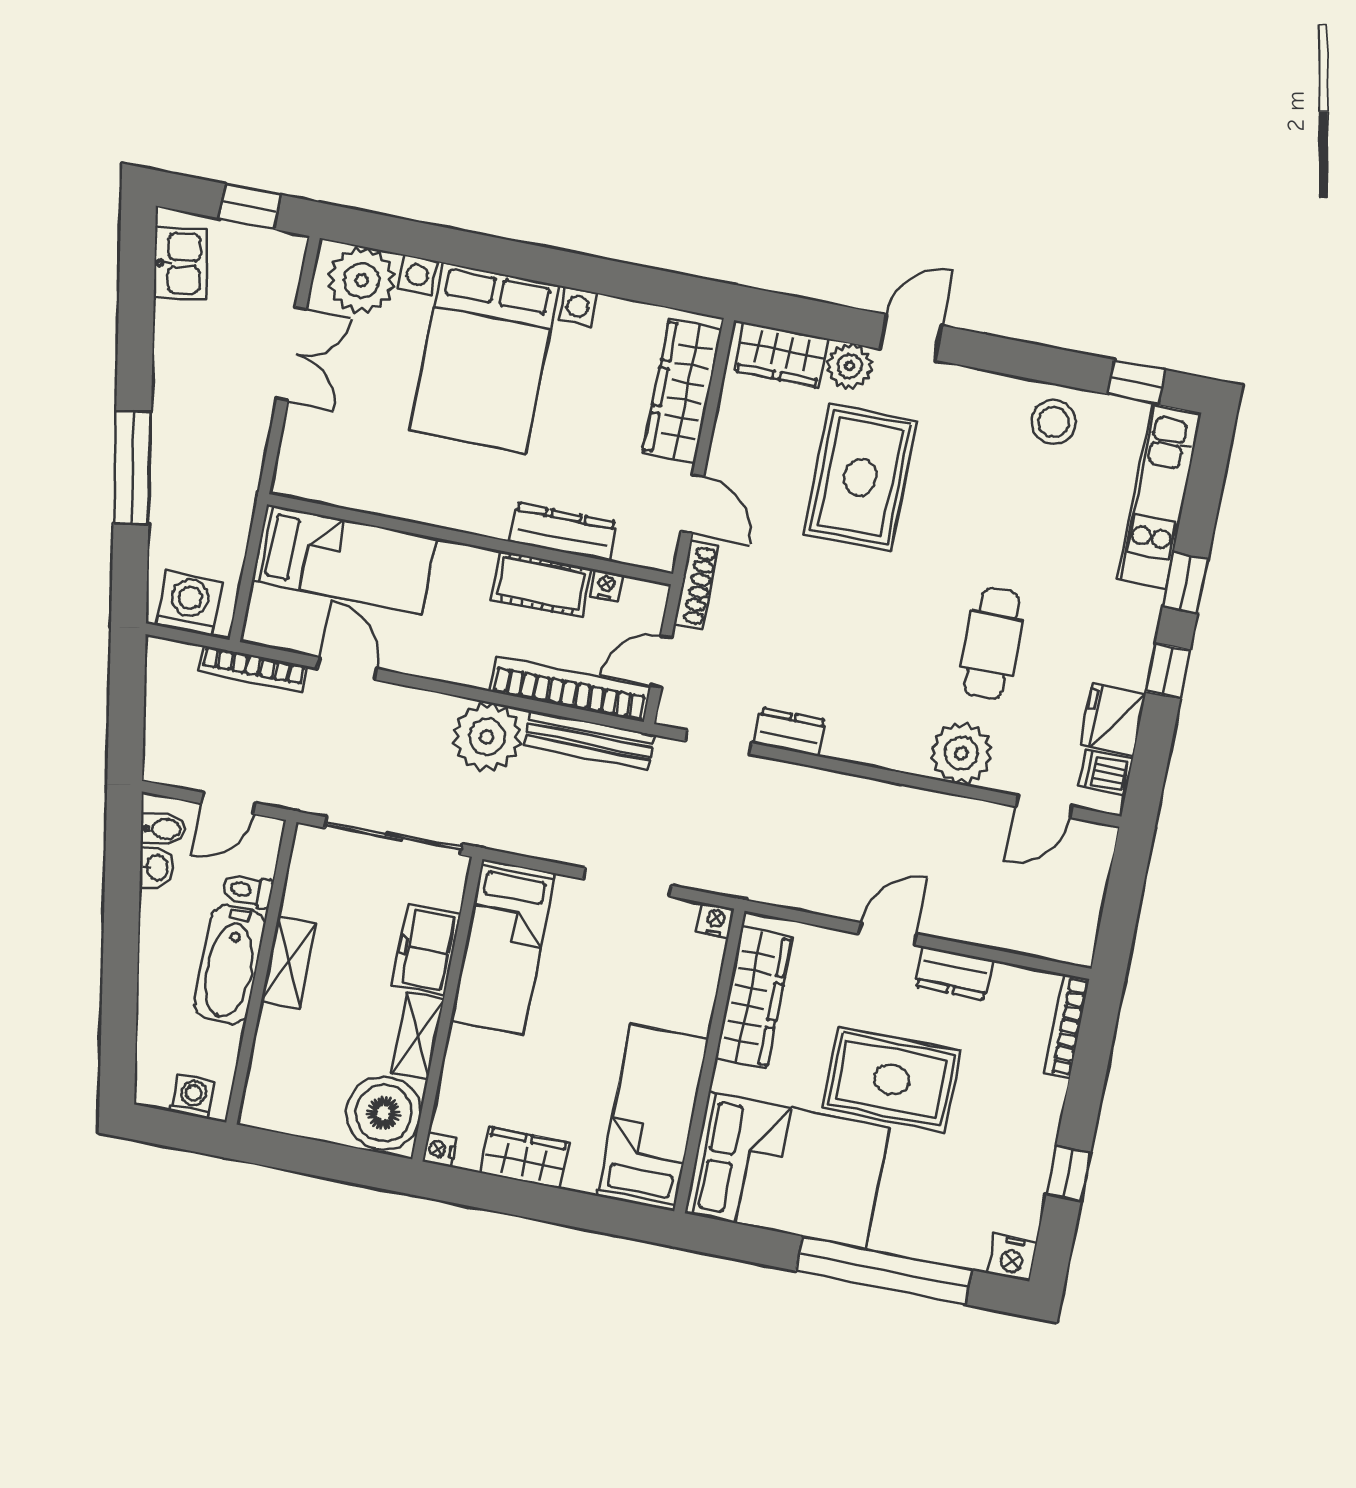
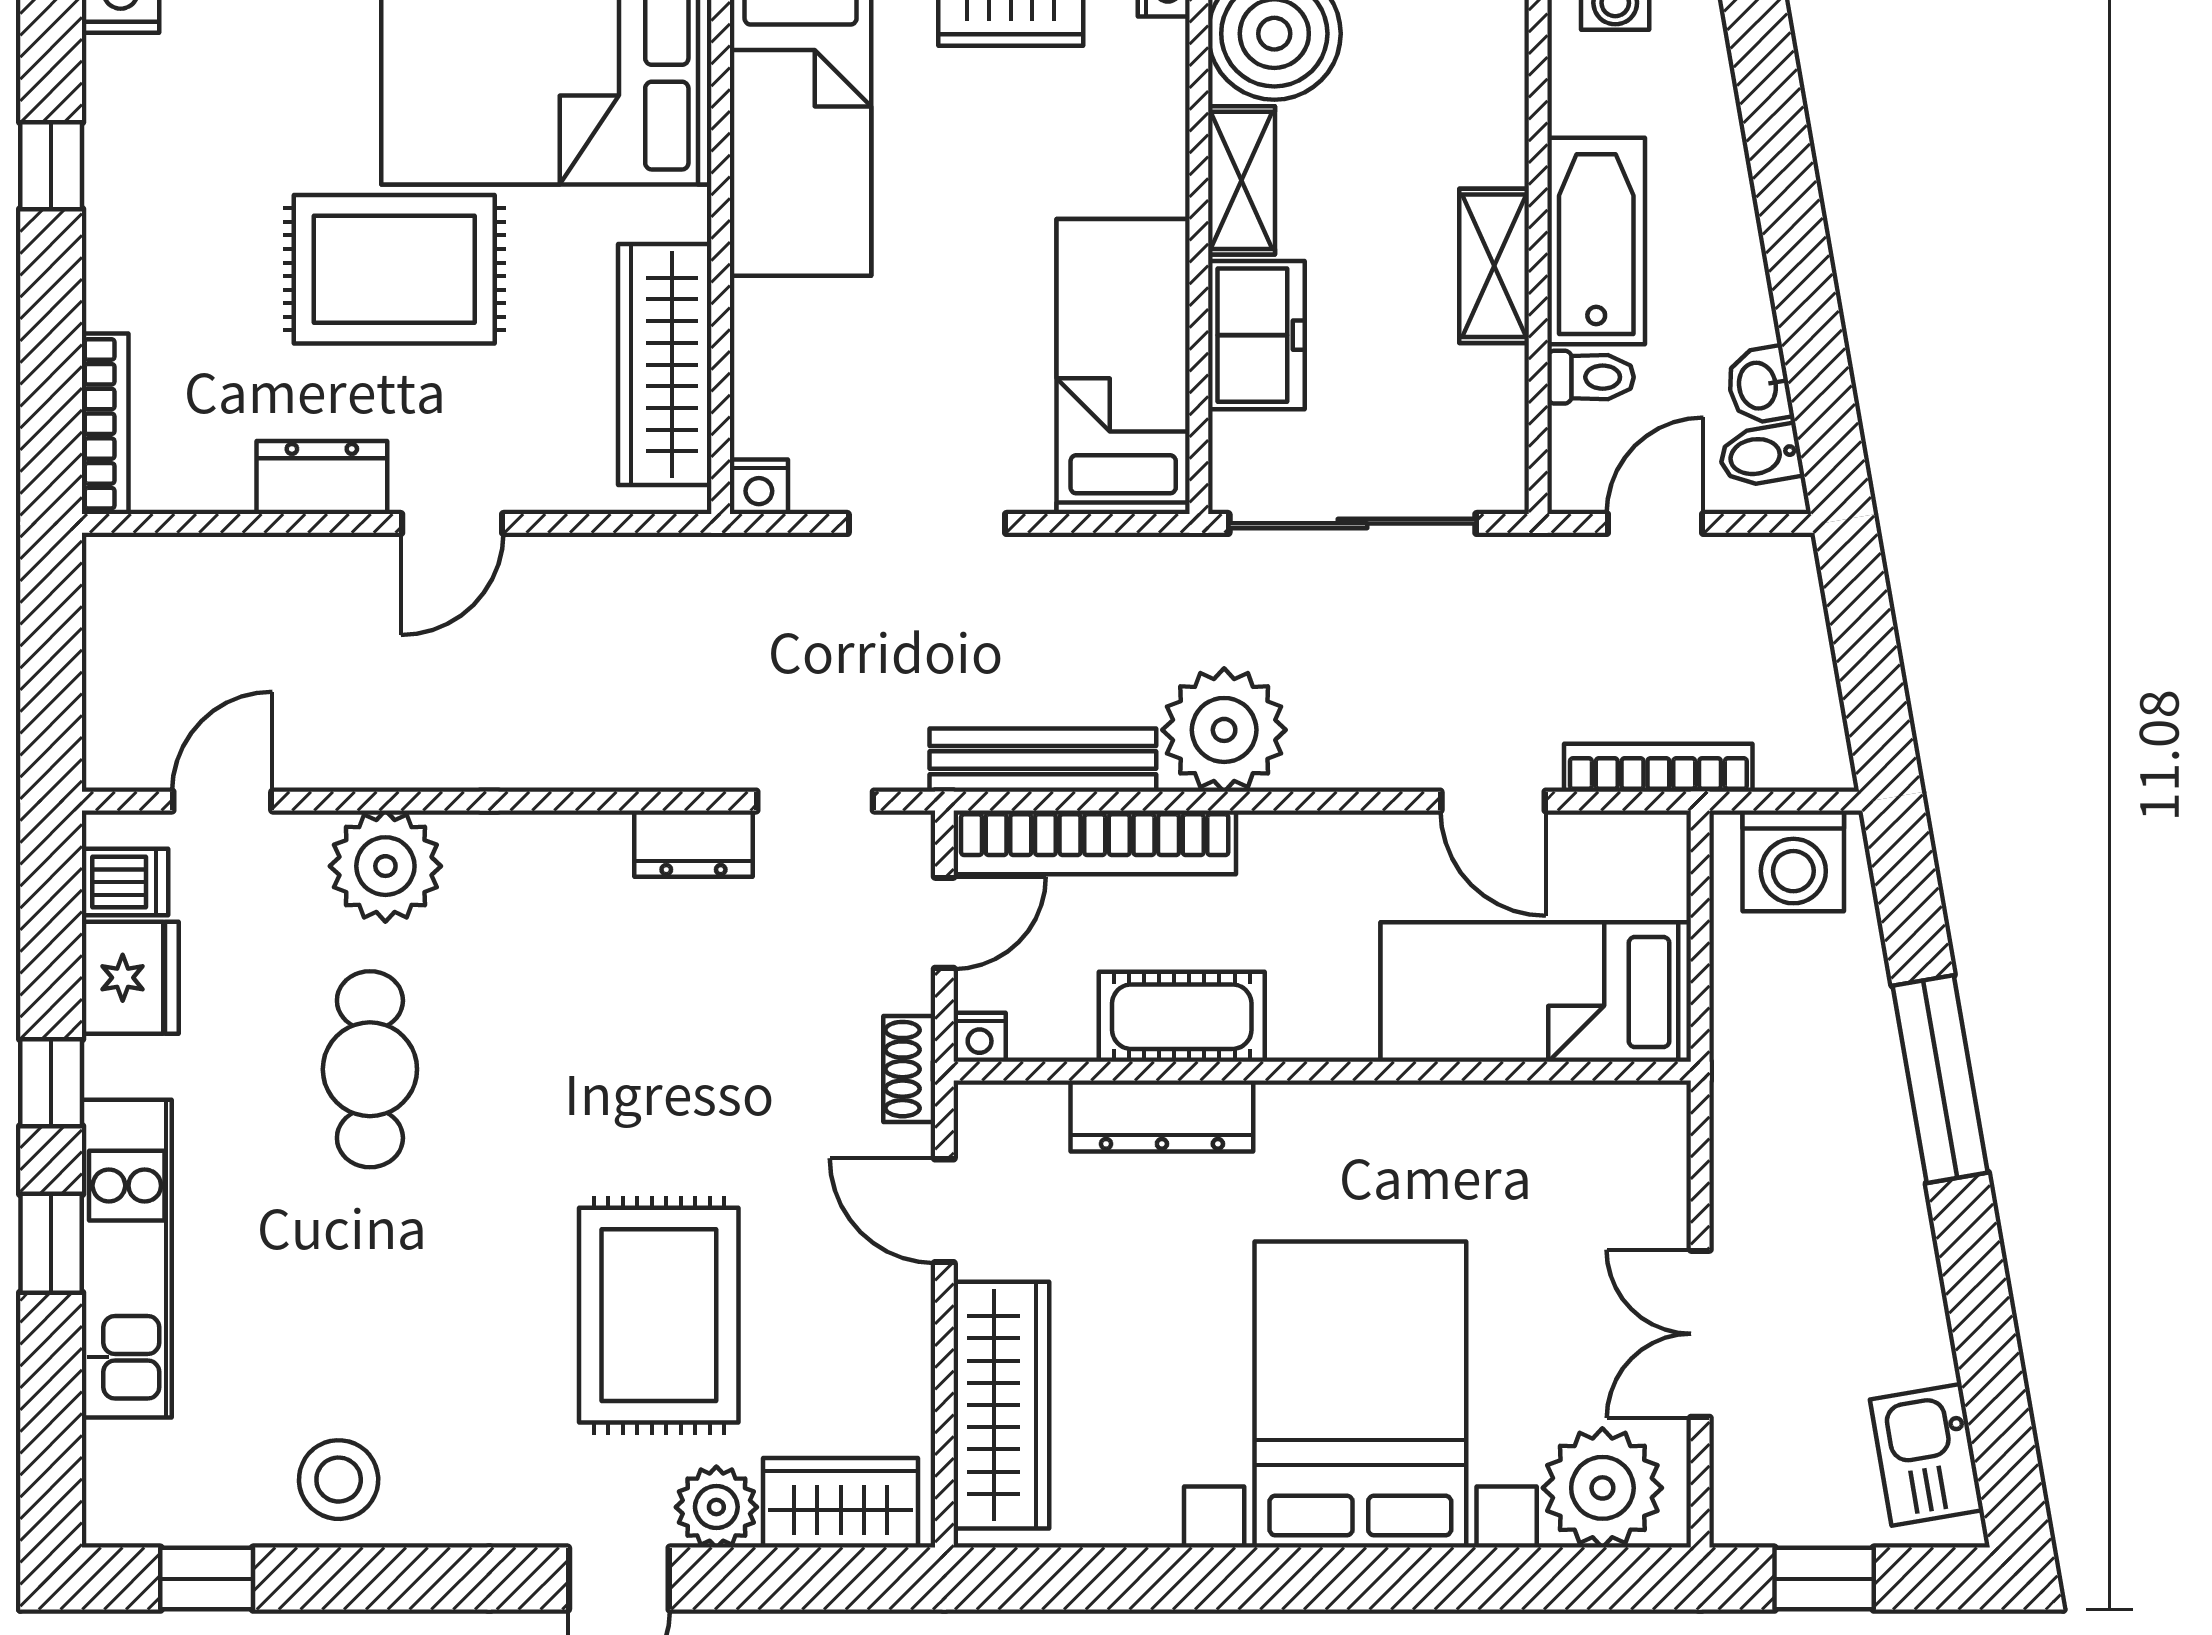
kitchen unit: (1159, 497) -> (127, 1259), moved
nightstand: (606, 585) -> (980, 1037), moved
shoe rack: (696, 585) -> (909, 1069), width x0.70

